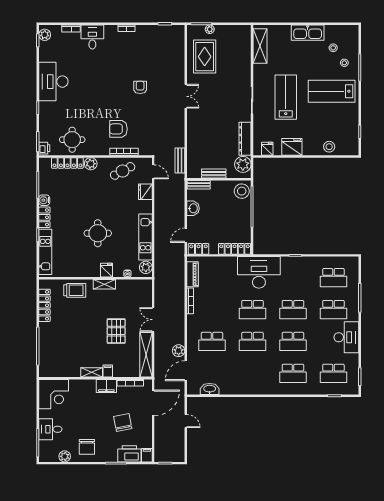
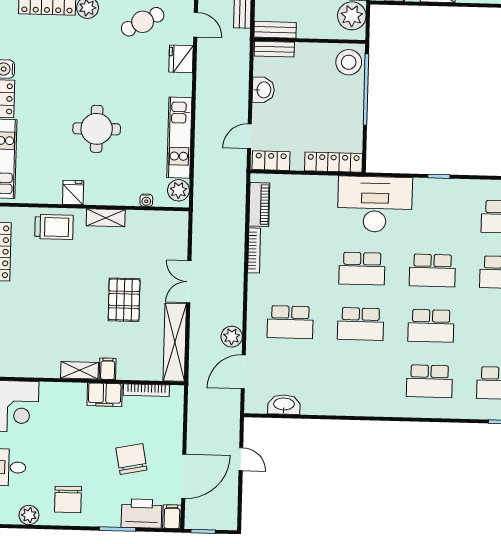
bench: (214, 174) -> (275, 30), moved
fridge: (106, 270) -> (73, 192), moved
door: (153, 403) -> (184, 476), moved

